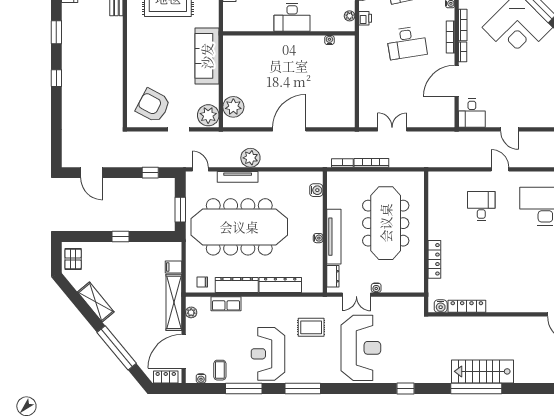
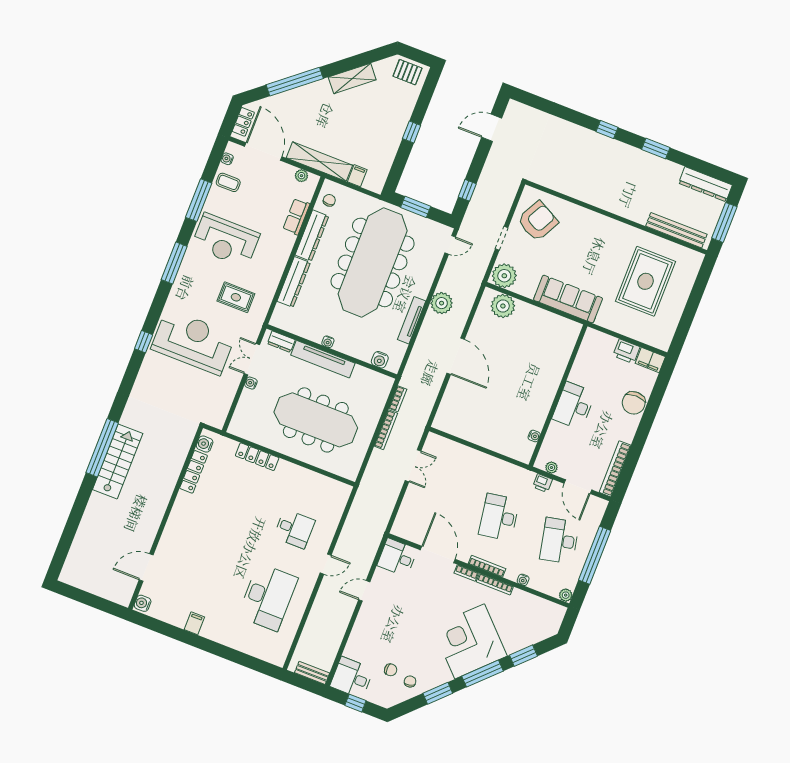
tv unit: (238, 177) -> (412, 320), moved
rug: (311, 327) -> (236, 297), turned 90
reception desk: (361, 348) -> (193, 342), turned 180
reception desk: (268, 354) -> (226, 240), turned 180
window: (405, 388) -> (144, 342), moved

